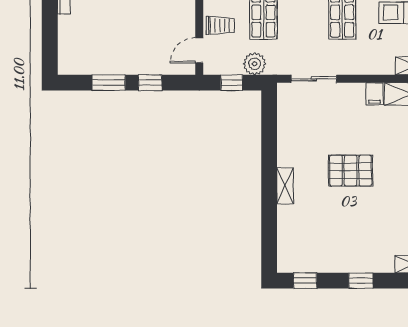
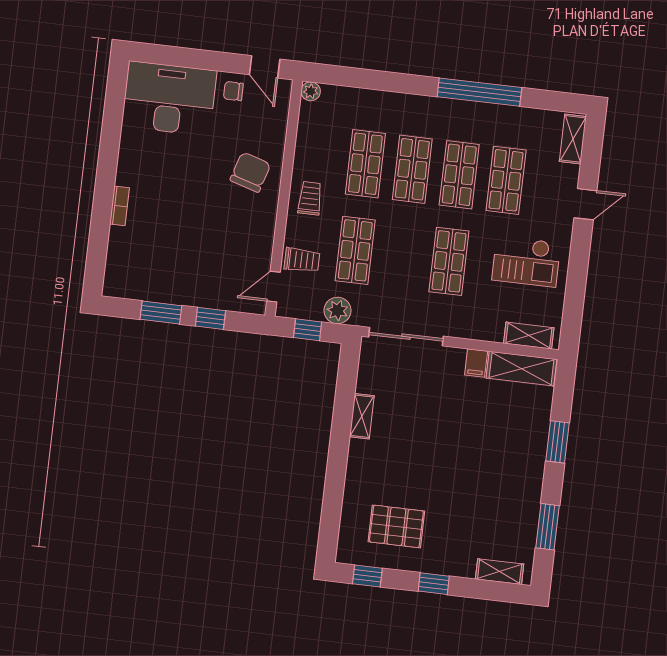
sliding door: (314, 79) -> (406, 337), width x1.37
pallet: (351, 171) -> (396, 526), moved
shelving: (285, 186) -> (362, 416), moved

